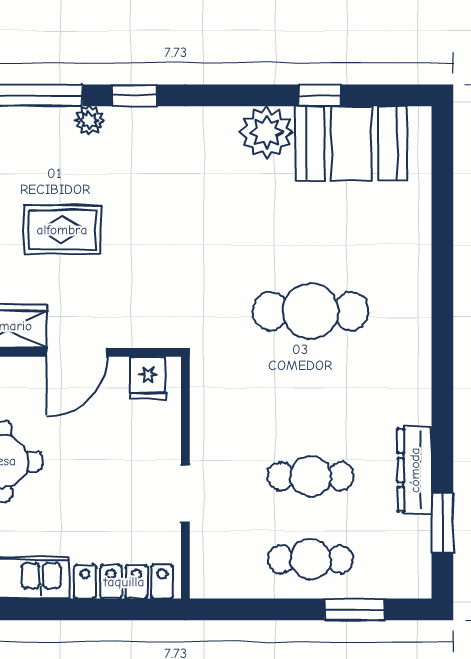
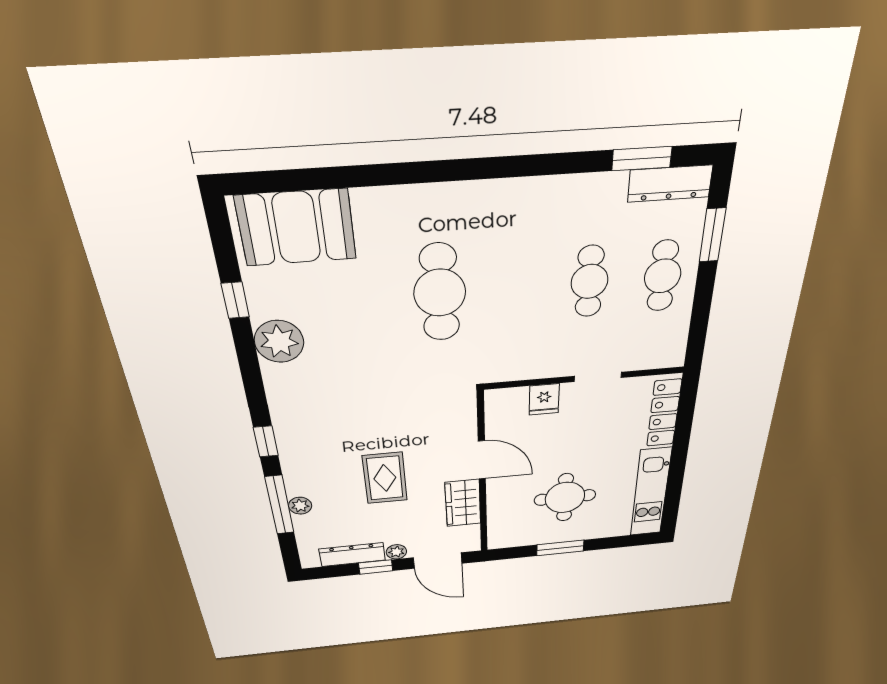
plant: (89, 120) -> (300, 506), moved
booth: (351, 143) -> (296, 228), moved, turned 90
fridge: (148, 378) -> (544, 399), moved, turned 90
dresser: (415, 470) -> (670, 184), moved

